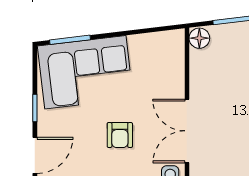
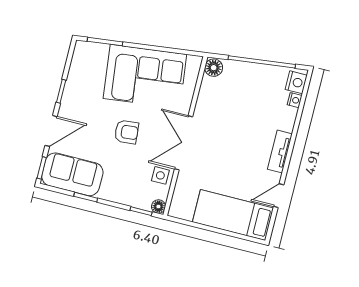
corner sofa: (85, 72) -> (145, 76), moved
armchair: (120, 135) -> (126, 132), turned -95

